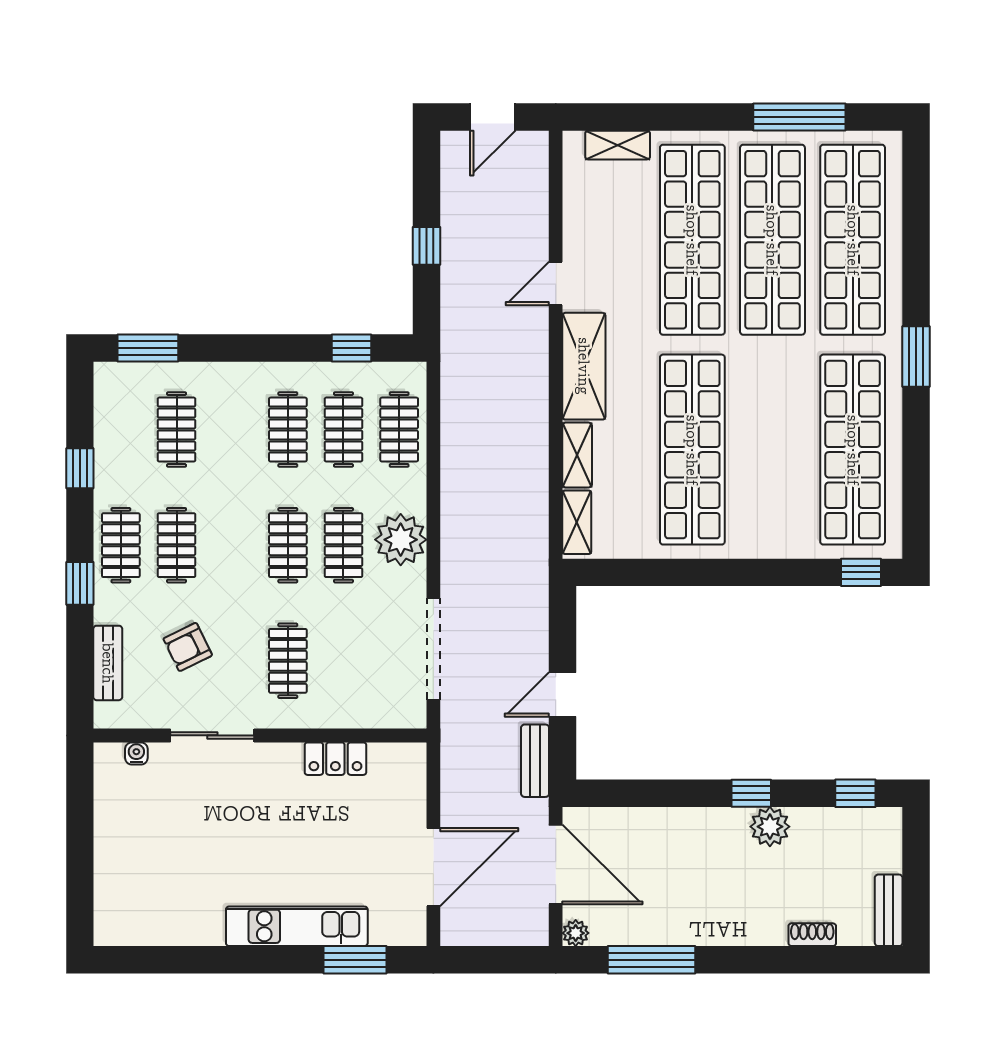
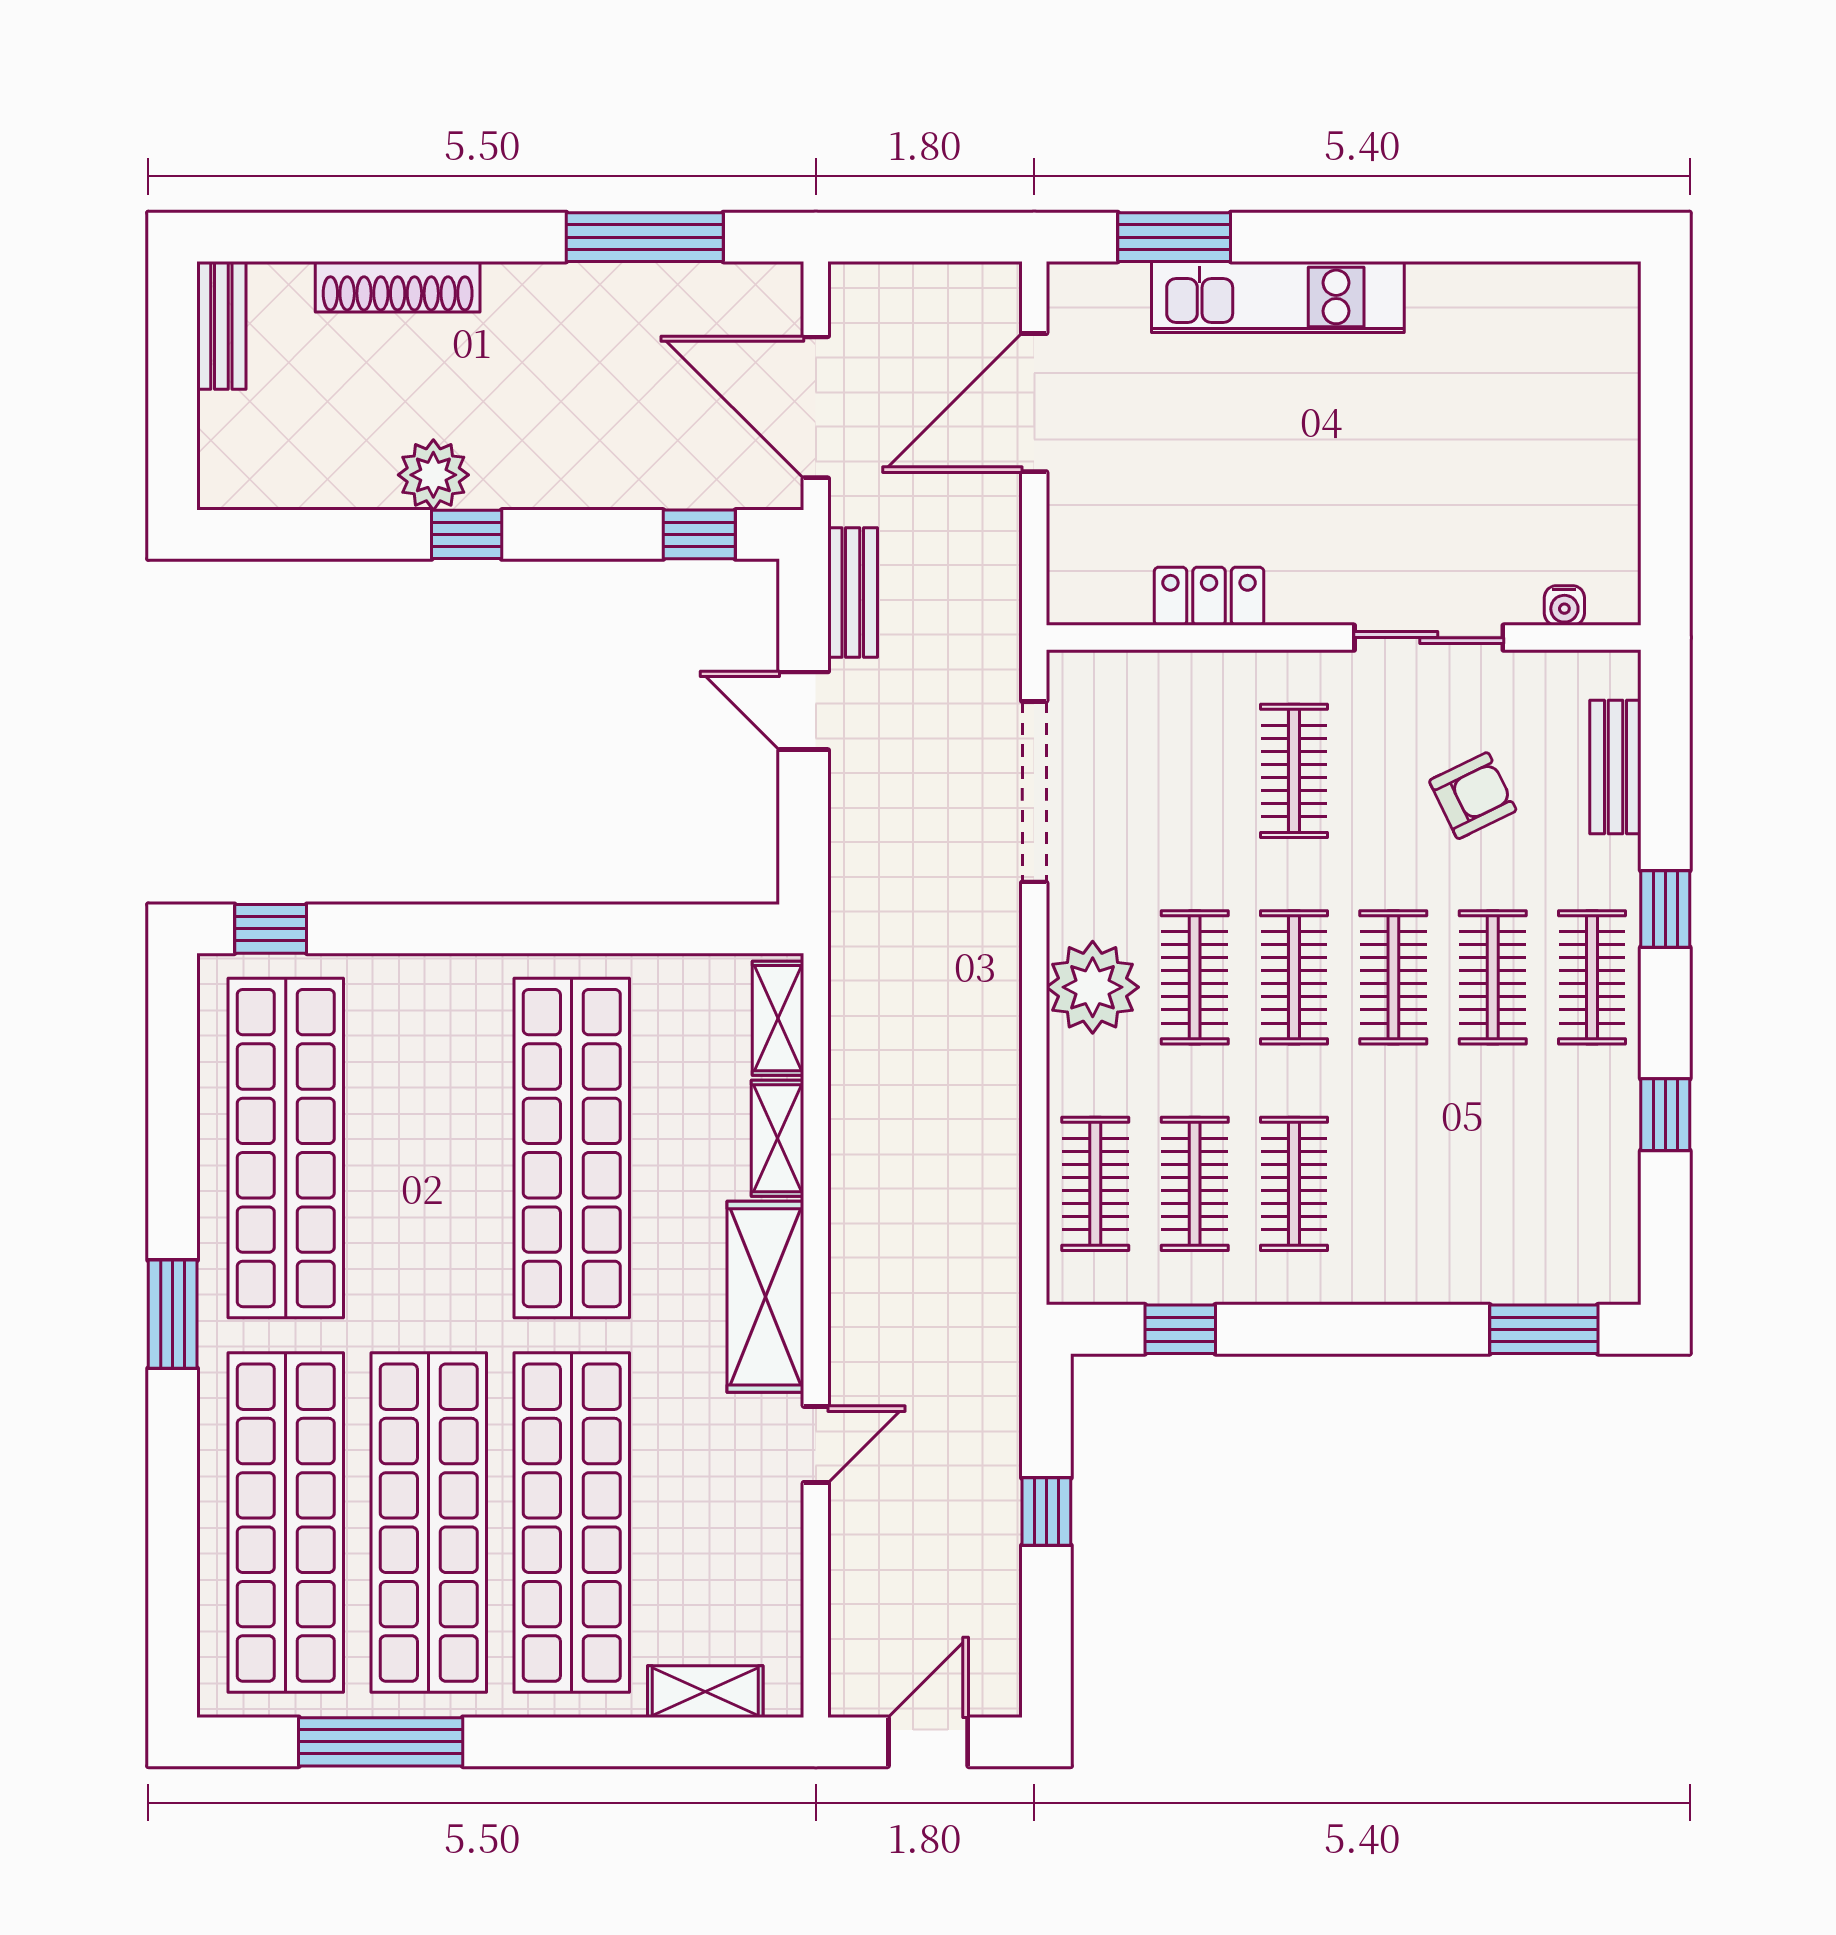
clothes rail: (177, 430) -> (1393, 977), moved
door: (562, 695) -> (804, 711), swing flipped
window: (855, 793) -> (699, 534), moved
plant: (576, 933) -> (780, 285), removed
shoe rack: (812, 935) -> (398, 287), width x1.94, depth x1.24

